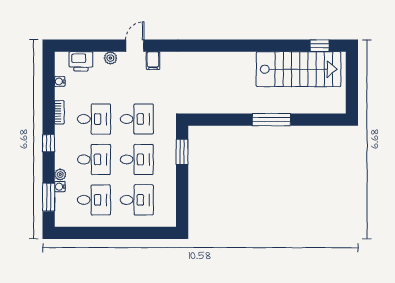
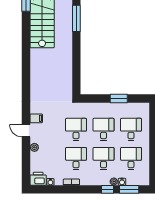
printer: (81, 61) -> (38, 179), moved, turned -90
window: (271, 120) -> (76, 18), moved
window: (49, 143) -> (108, 189), moved
window: (182, 152) -> (119, 99), moved

